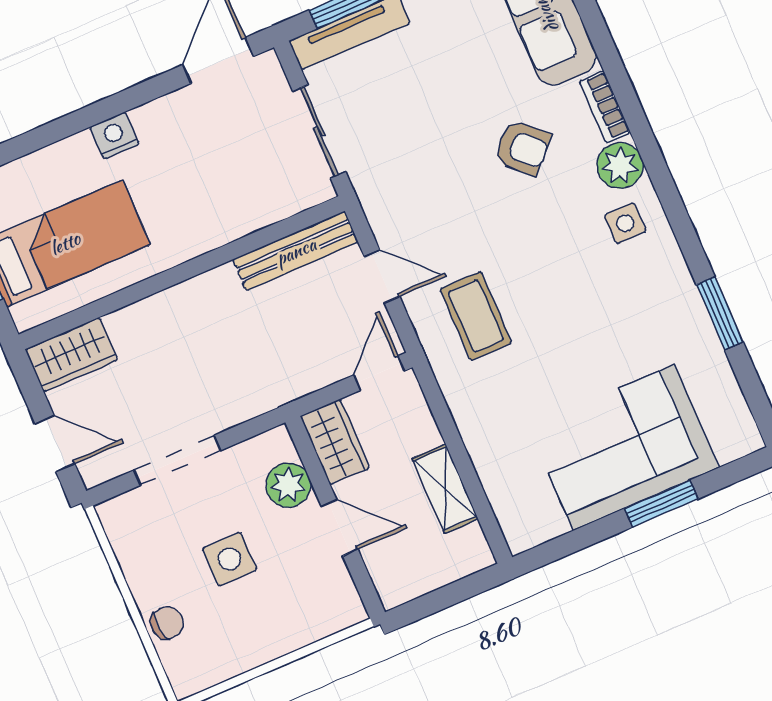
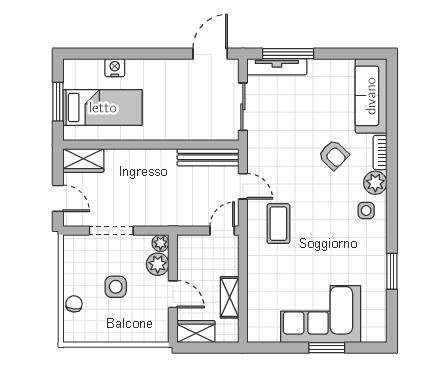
nightstand: (114, 136) -> (115, 68), moved
wardrobe: (335, 442) -> (196, 332), moved, turned -90
plant: (277, 444) -> (160, 243), added
chair: (167, 623) -> (74, 304), turned -77

